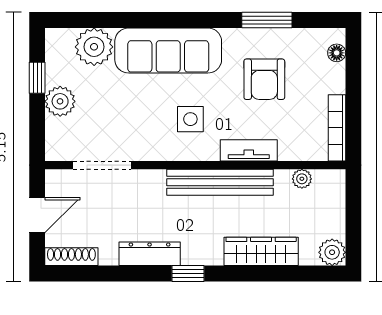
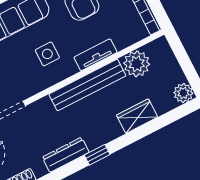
plant: (302, 179) -> (137, 64), width x1.88, depth x1.88
wardrobe: (261, 251) -> (137, 116), width x0.67

